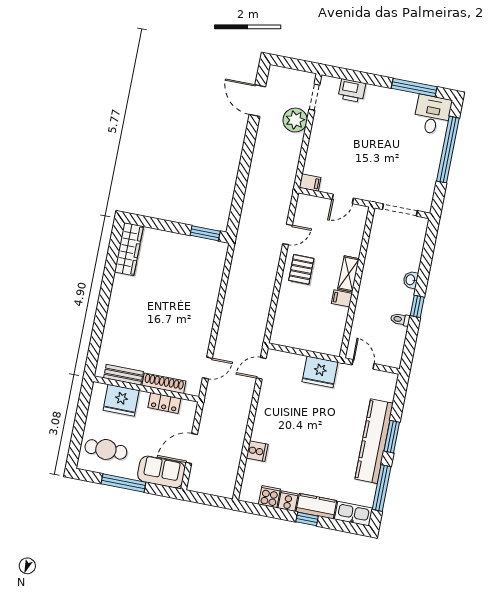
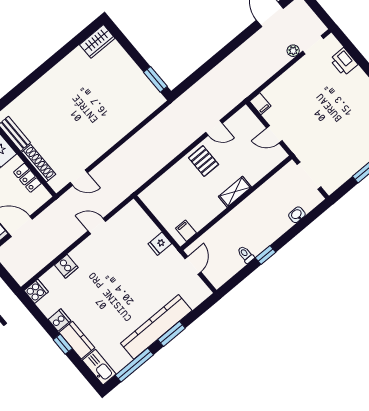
plant: (295, 120) -> (293, 51), width x0.53, depth x0.53
wardrobe: (129, 249) -> (97, 41), width x0.67
pallet: (301, 269) -> (204, 161), turned 90
washbasin: (411, 280) -> (297, 215), moved
filing cabinet: (342, 298) -> (186, 231), moved
door: (261, 368) -> (97, 226), moved
fridge: (320, 372) -> (160, 244), width x0.53, depth x0.75
cooker: (269, 497) -> (36, 291), moved

